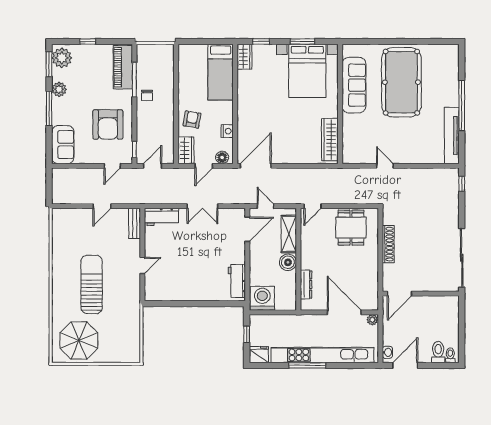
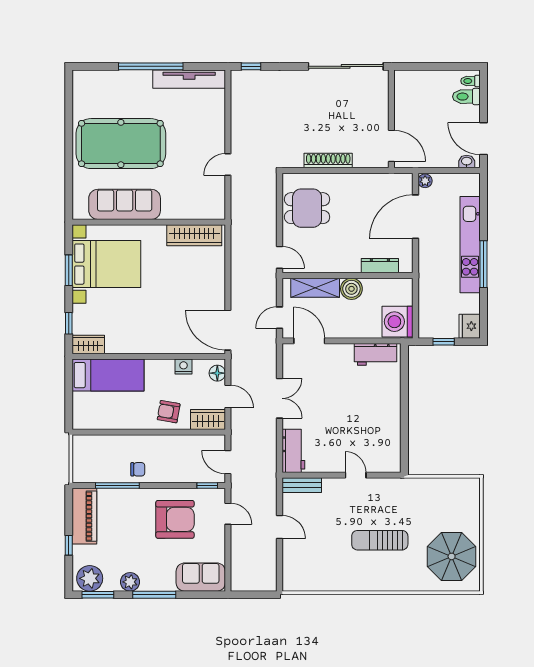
piano: (123, 67) -> (84, 516), moved, turned -90
sun lounger: (92, 284) -> (380, 540), width x0.73, depth x0.75
kitchen unit: (322, 355) -> (470, 245), width x0.73

